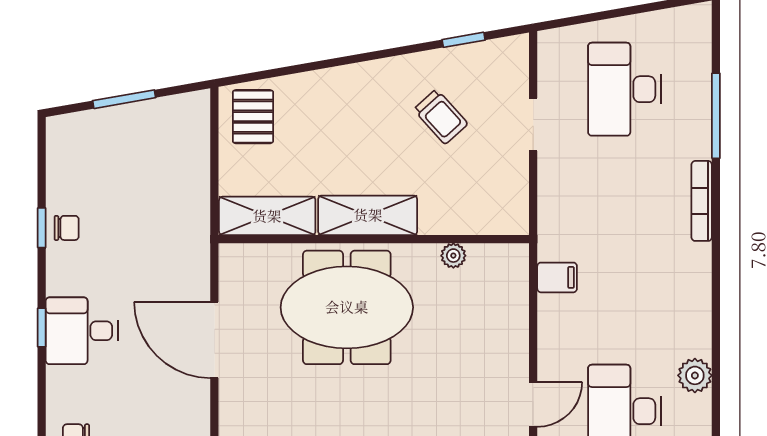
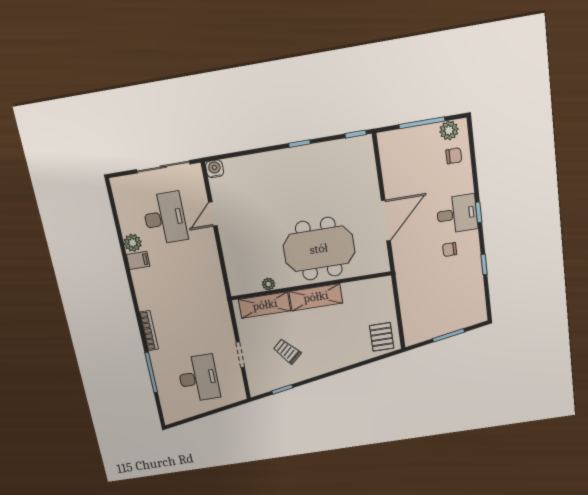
shelving: (267, 216) -> (265, 305), moved
chair: (67, 228) -> (450, 249), moved
filing cabinet: (557, 277) -> (138, 260), moved, turned 180
door: (214, 340) -> (386, 221), hinge flipped

